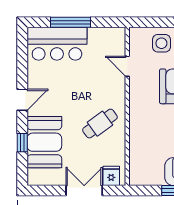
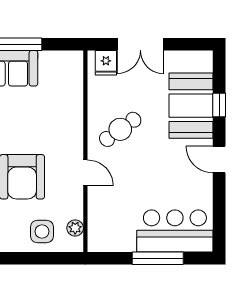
plant: (135, 46) -> (75, 228), added
door: (127, 66) -> (85, 173), moved
door: (22, 100) -> (219, 160), hinge flipped

